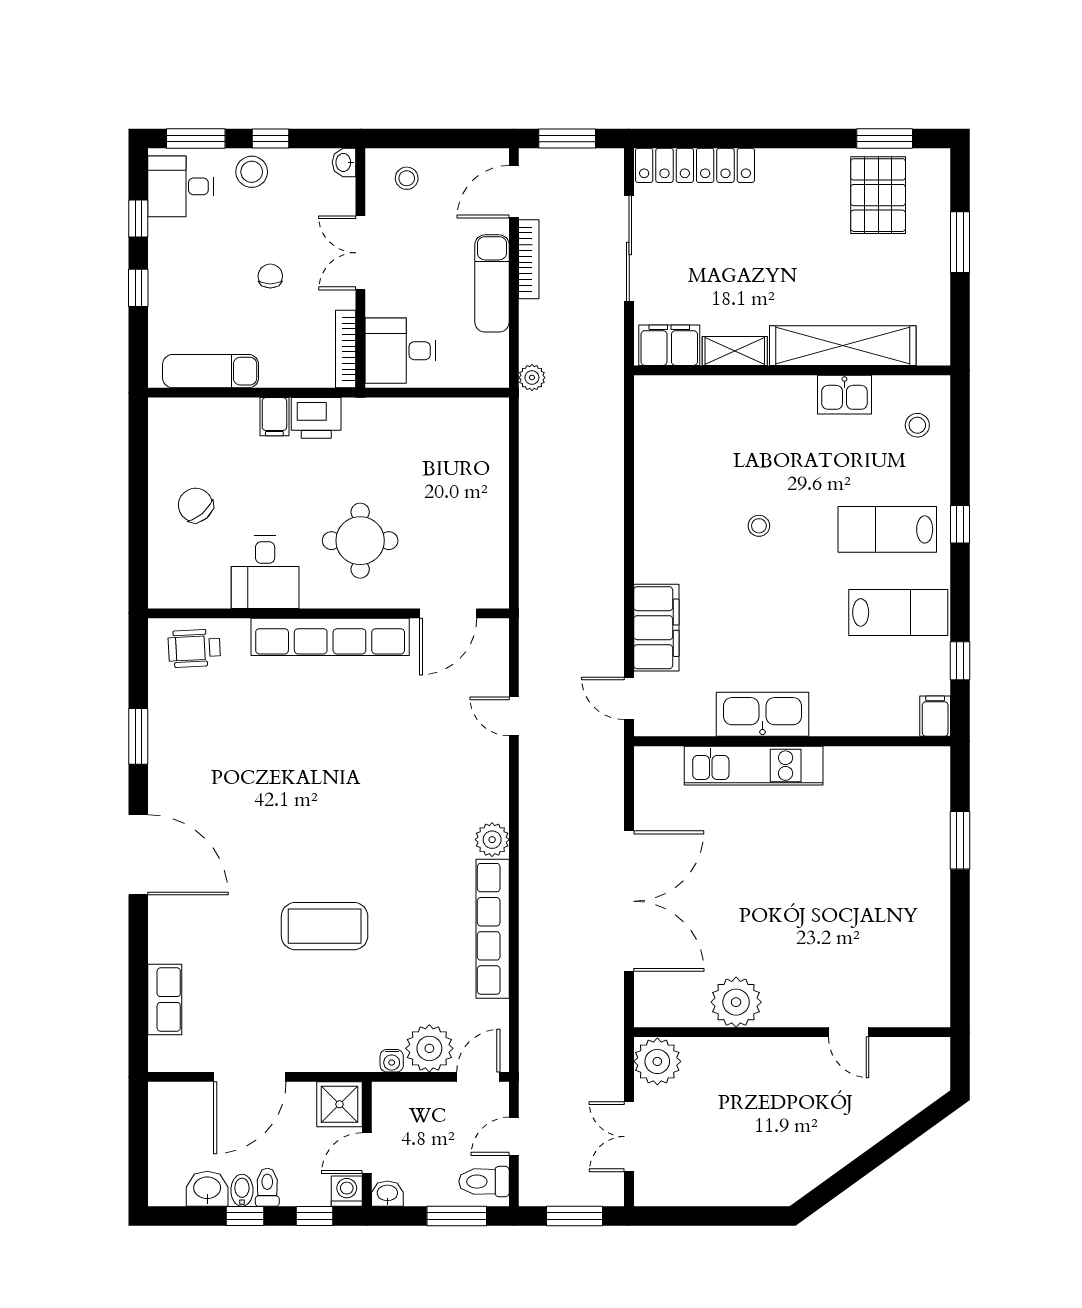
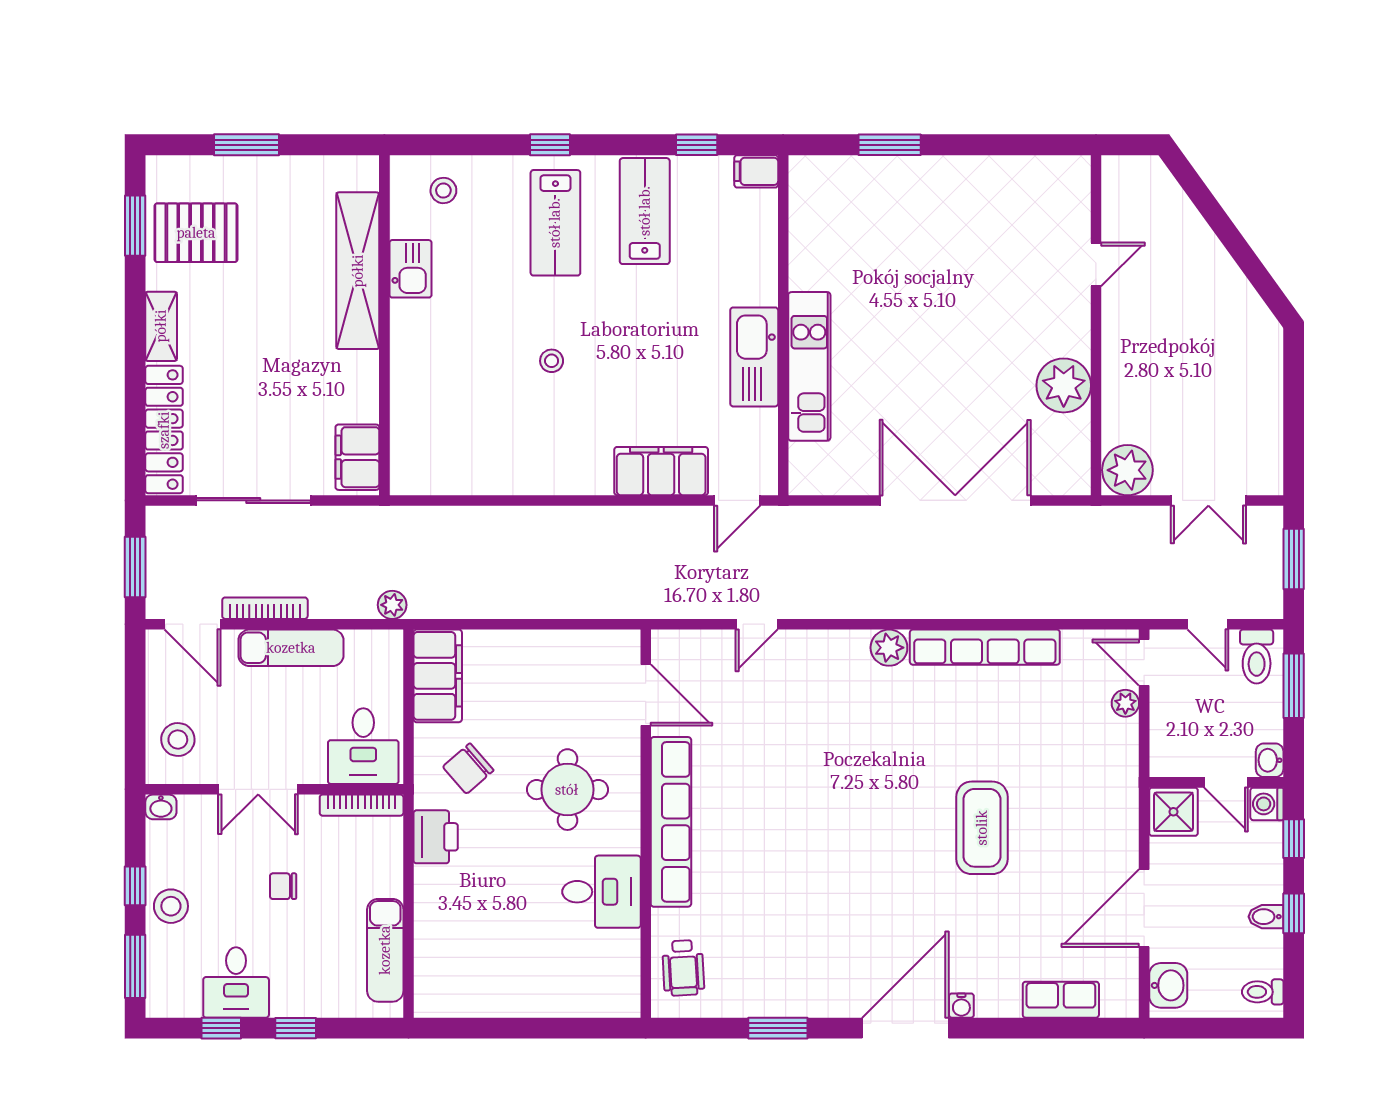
stool: (407, 178) -> (178, 740), width x1.37, depth x1.37
desk: (181, 186) -> (236, 983), moved
shelving: (735, 351) -> (161, 326), moved
filing cabinet: (274, 417) -> (438, 676), moved, width x3.00, depth x1.17
chair: (196, 505) -> (468, 769), moved
plant: (429, 1048) -> (1125, 703), width x0.53, depth x0.53
water cooler: (392, 1061) -> (961, 1006), moved, turned 90
door: (250, 1077) -> (1144, 908), swing flipped
toilet: (267, 1187) -> (1263, 992), moved
washbasin: (207, 1189) -> (1168, 985), moved, turned 180

